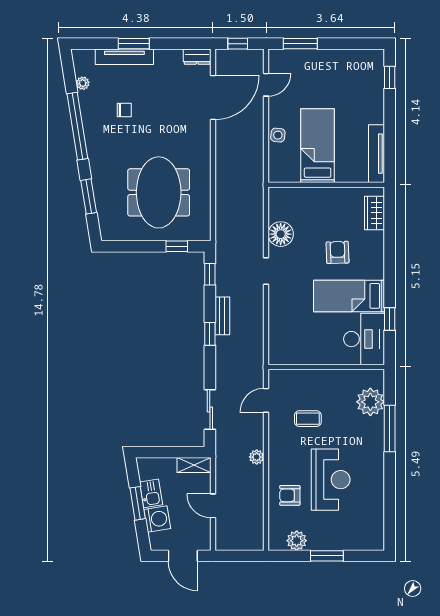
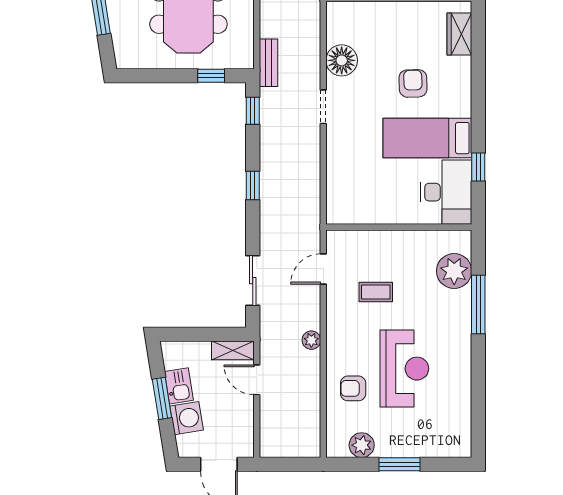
bench: (222, 316) -> (269, 63), moved
door: (213, 506) -> (257, 380), moved

